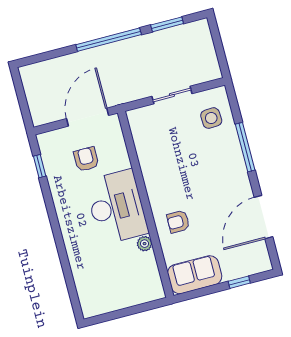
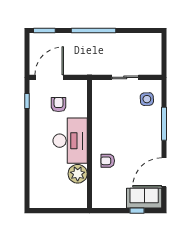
window: (167, 24) -> (44, 31), moved
door: (88, 117) -> (49, 77), moved
plant: (145, 244) -> (78, 174), width x1.88, depth x1.88
sofa: (195, 275) -> (144, 198), moved

